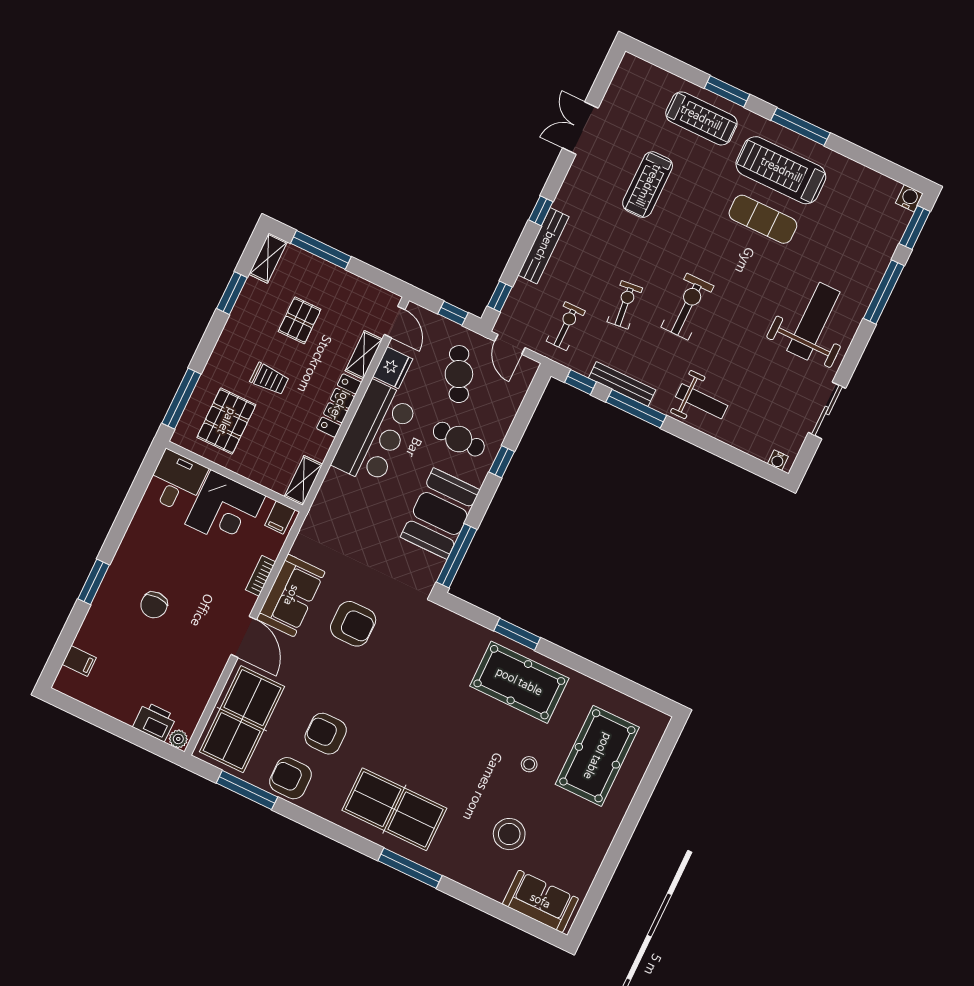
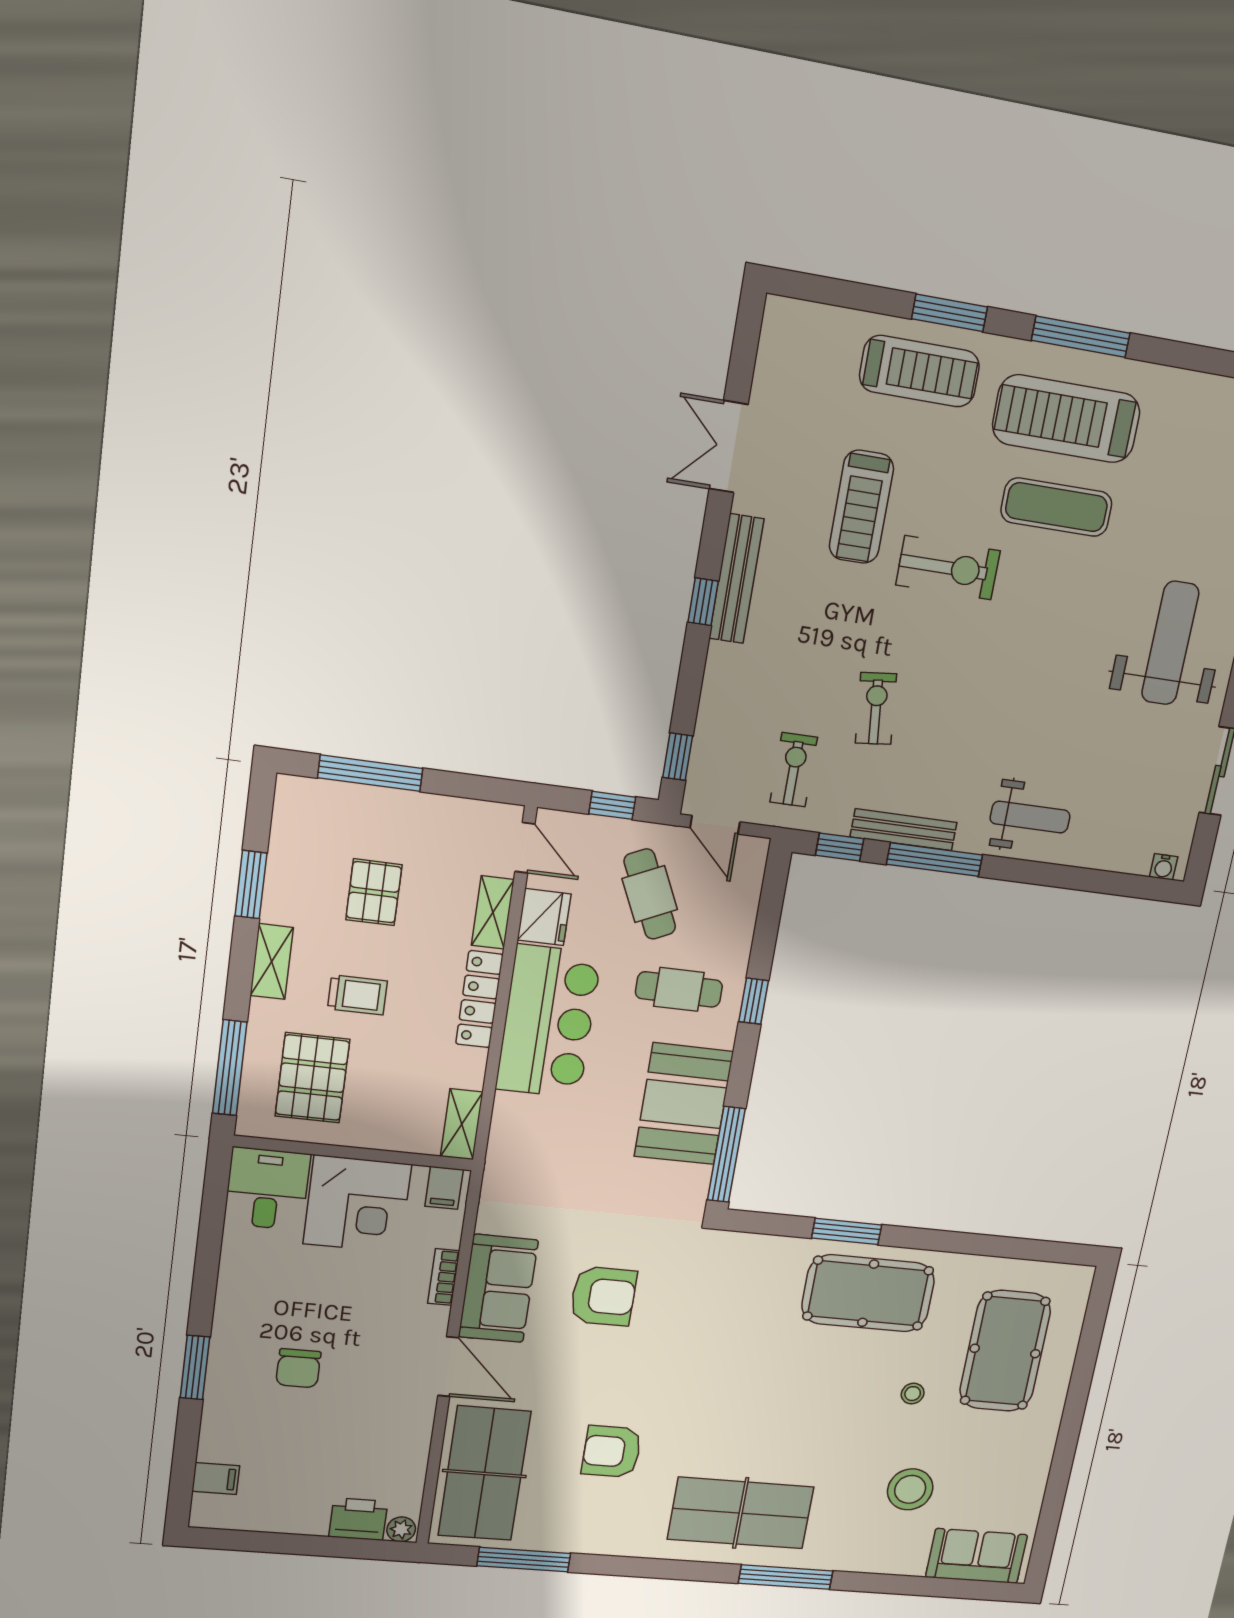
bench: (544, 246) -> (736, 579), moved
shelving: (268, 258) -> (272, 962), moved
exercise bike: (687, 307) -> (948, 568), moved, turned 90
armchair: (290, 778) -> (581, 1524), removed

